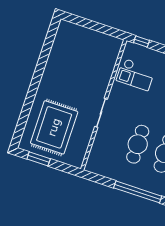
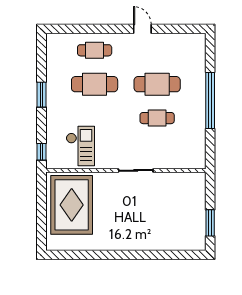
rug: (54, 127) -> (72, 205), moved, turned 90
cafe table: (138, 144) -> (157, 118), width x0.73, depth x0.74

